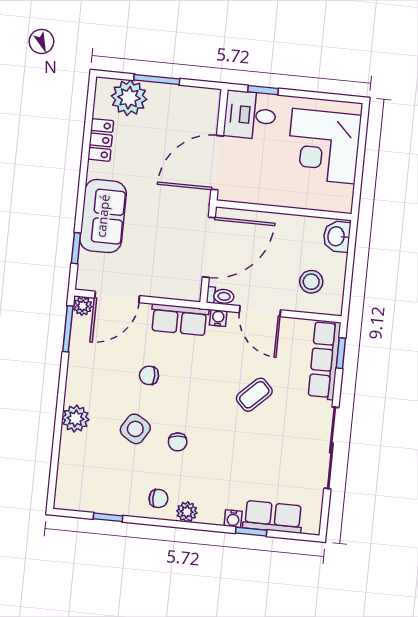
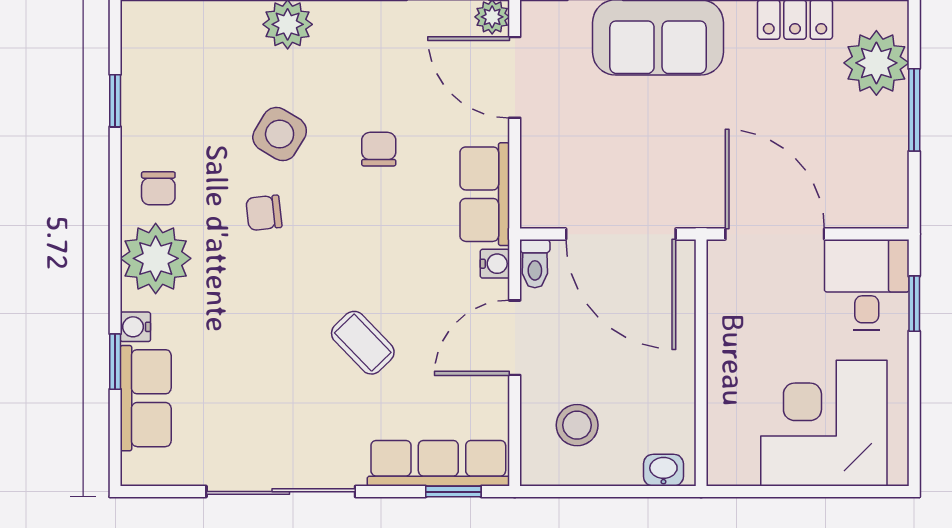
washbasin: (337, 236) -> (663, 470), width x0.72, depth x0.69
plant: (187, 512) -> (156, 258), width x1.88, depth x1.88

